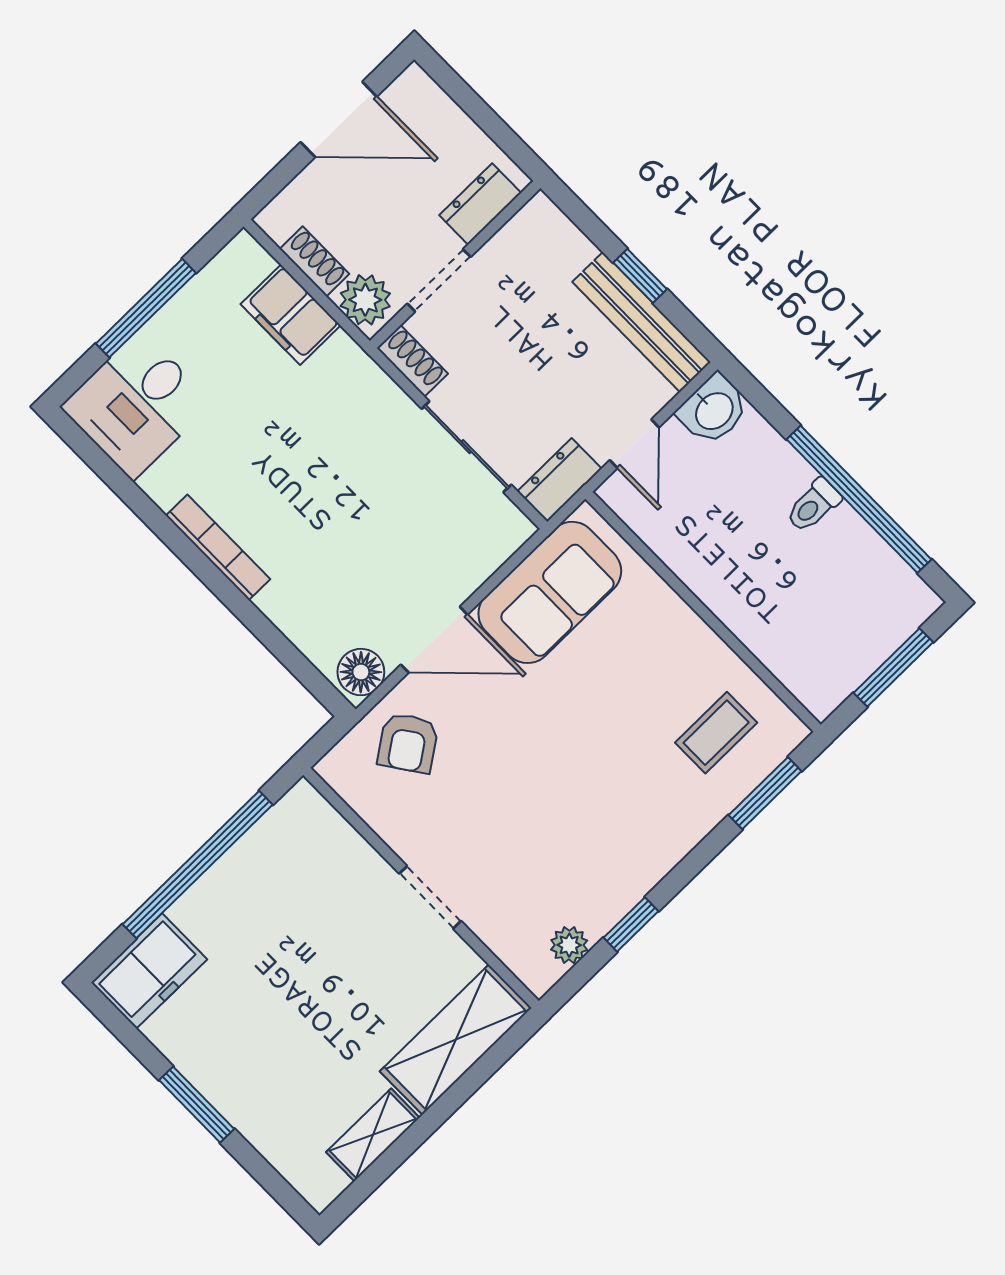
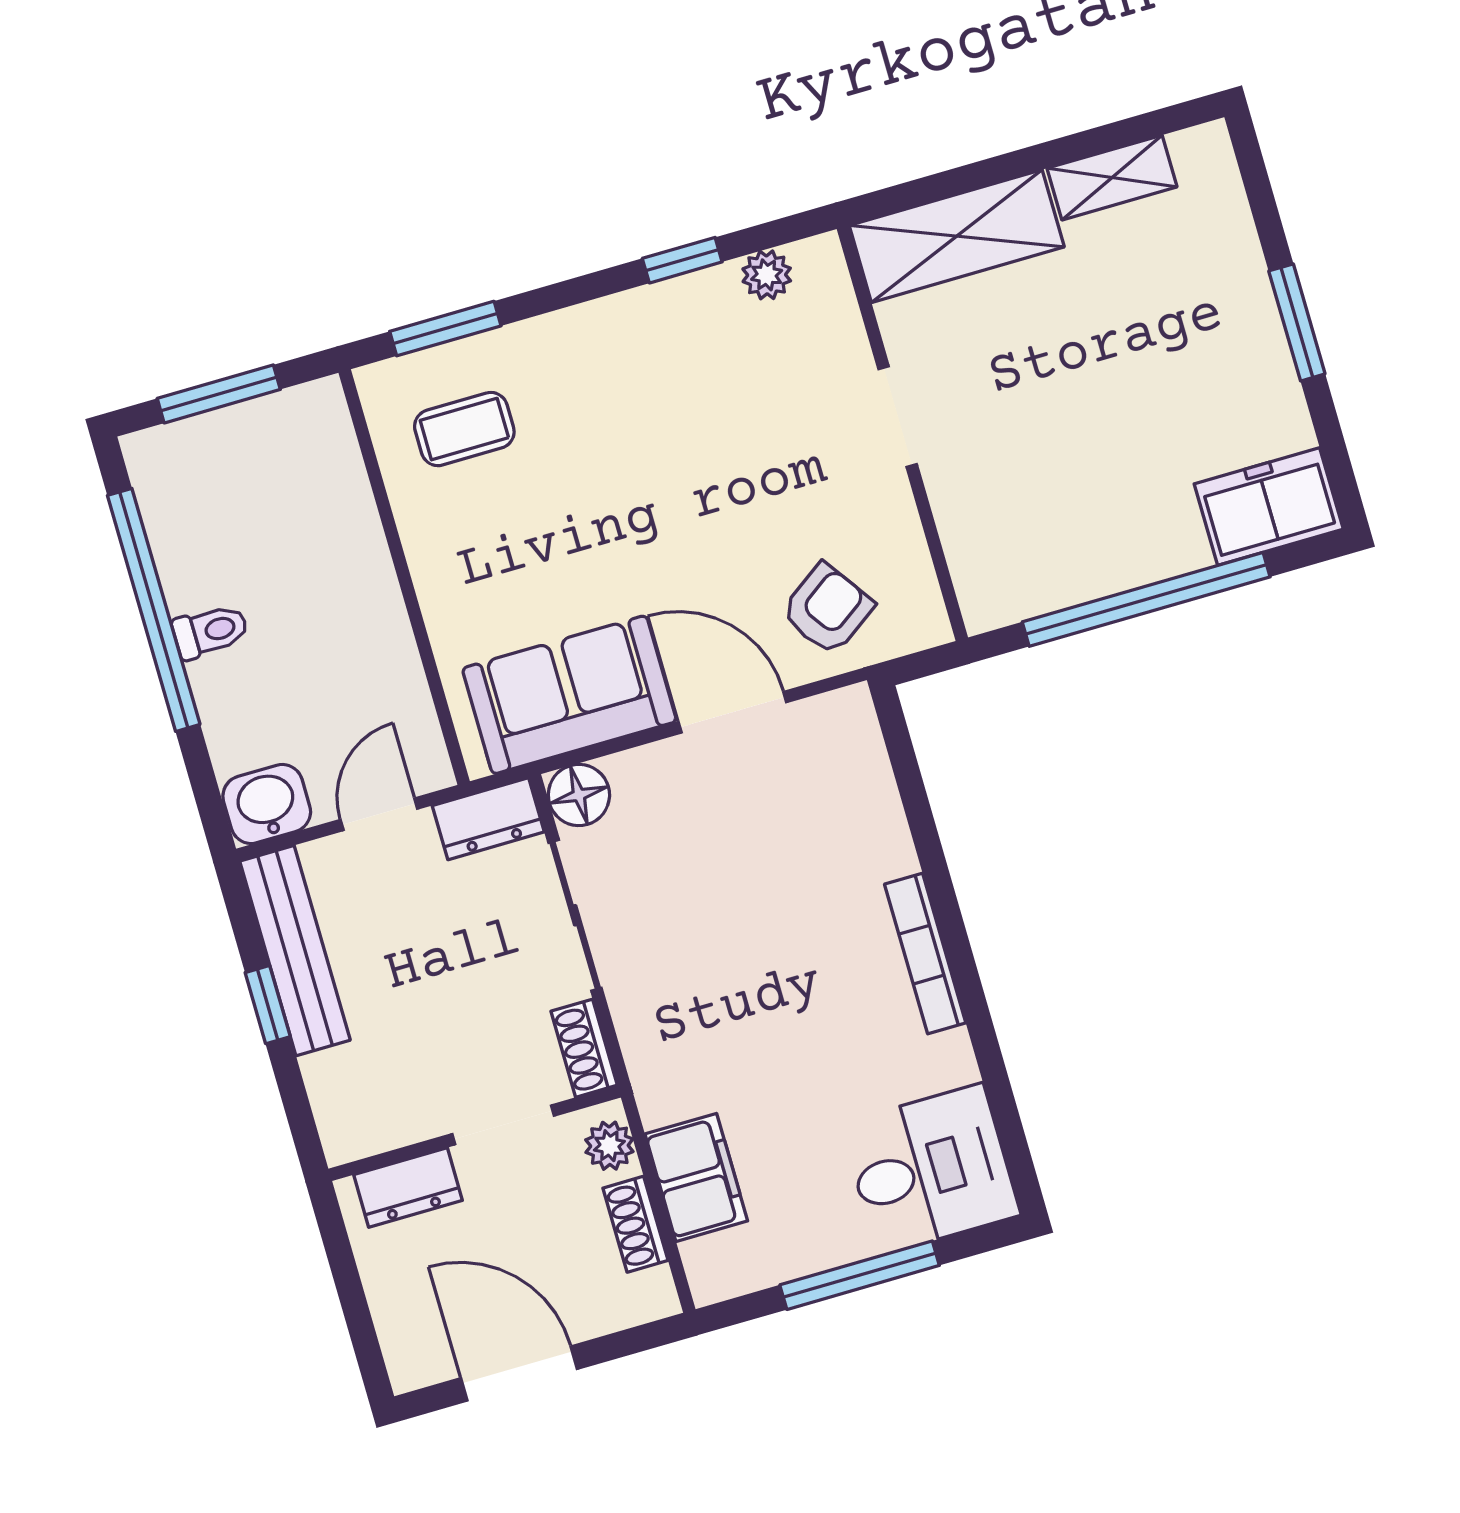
plant: (365, 300) -> (609, 1146), width x0.73, depth x0.73
floor lamp: (361, 672) -> (579, 795), moved

